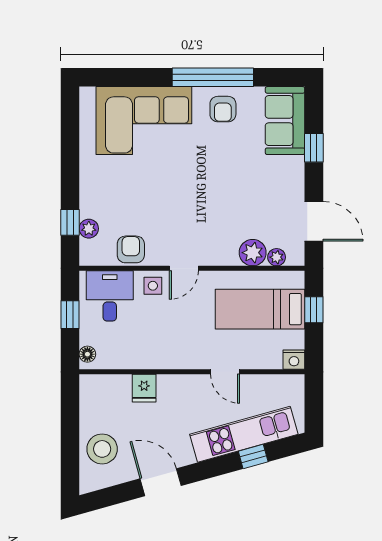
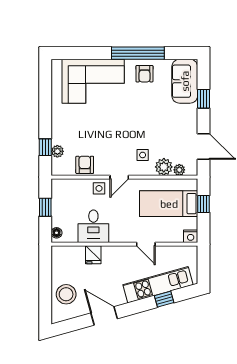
side table: (220, 234) -> (143, 155), added
desk: (110, 296) -> (93, 226), moved, turned 180

